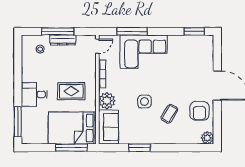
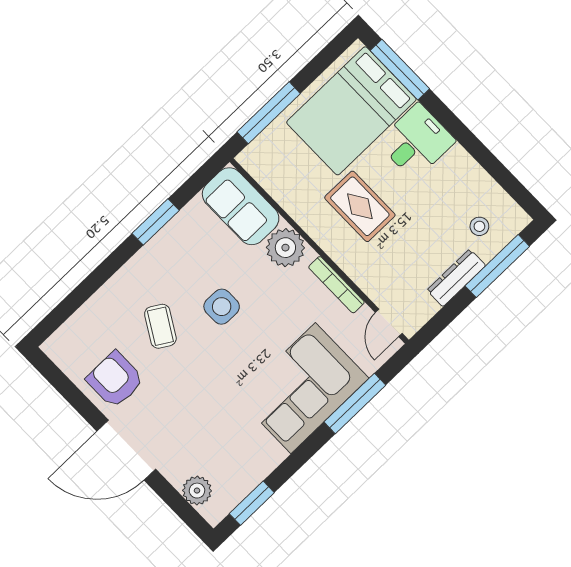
window: (58, 31) -> (497, 266), moved
rug: (71, 91) -> (360, 206), turned 90
bed: (72, 128) -> (351, 111), moved, turned 180
plant: (207, 138) -> (197, 491), moved

